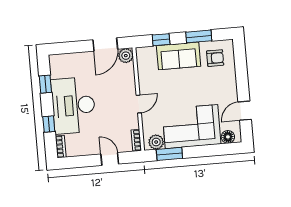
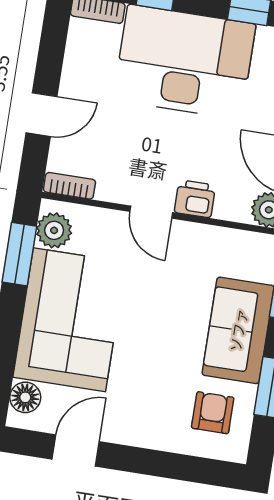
armchair: (215, 58) -> (213, 413), turned 180
printer: (129, 87) -> (195, 199), added
door: (245, 111) -> (76, 450), hinge flipped

